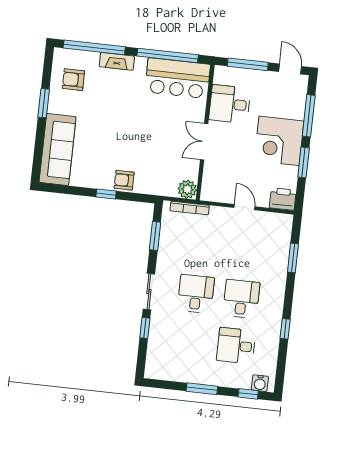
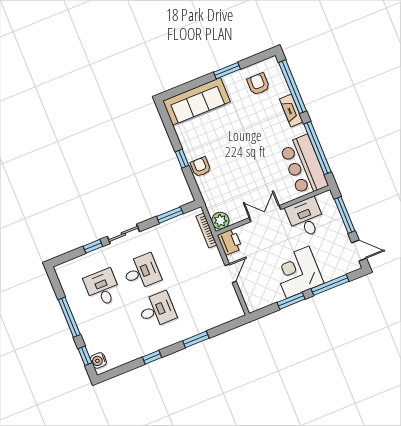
door: (290, 69) -> (359, 250), hinge flipped
printer: (283, 199) -> (230, 242), moved
window: (293, 258) -> (196, 339), moved
desk: (236, 346) -> (102, 288), moved
window: (202, 389) -> (69, 317), width x1.44

